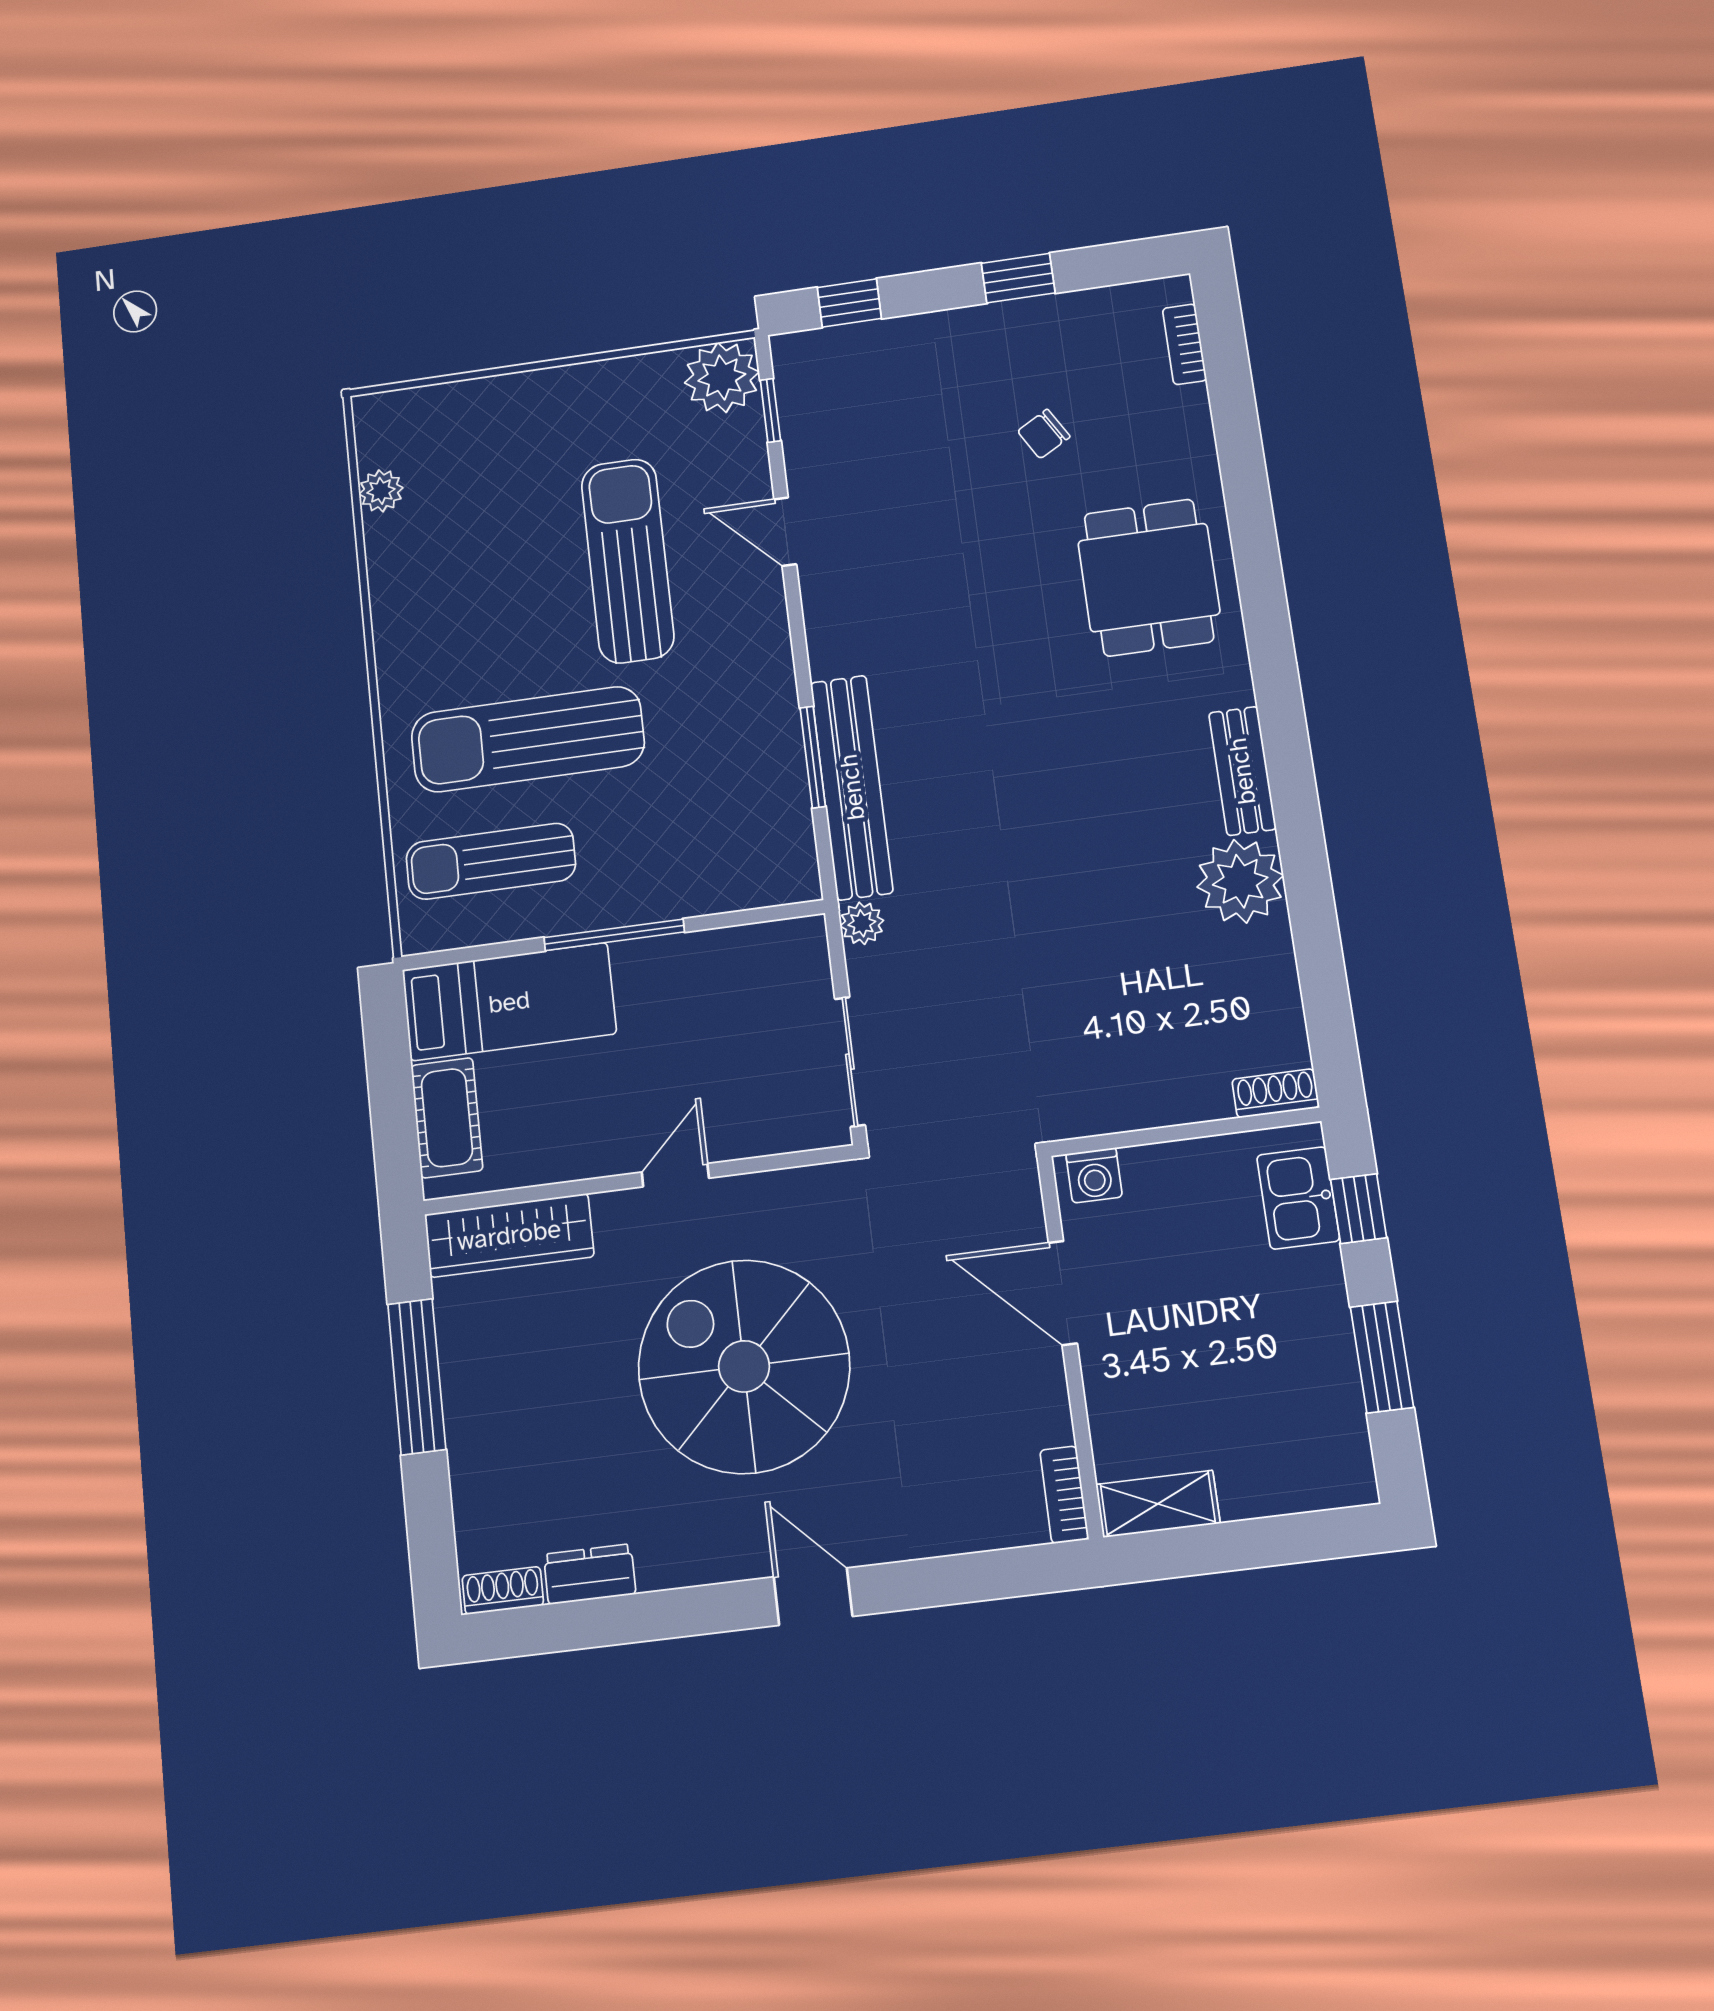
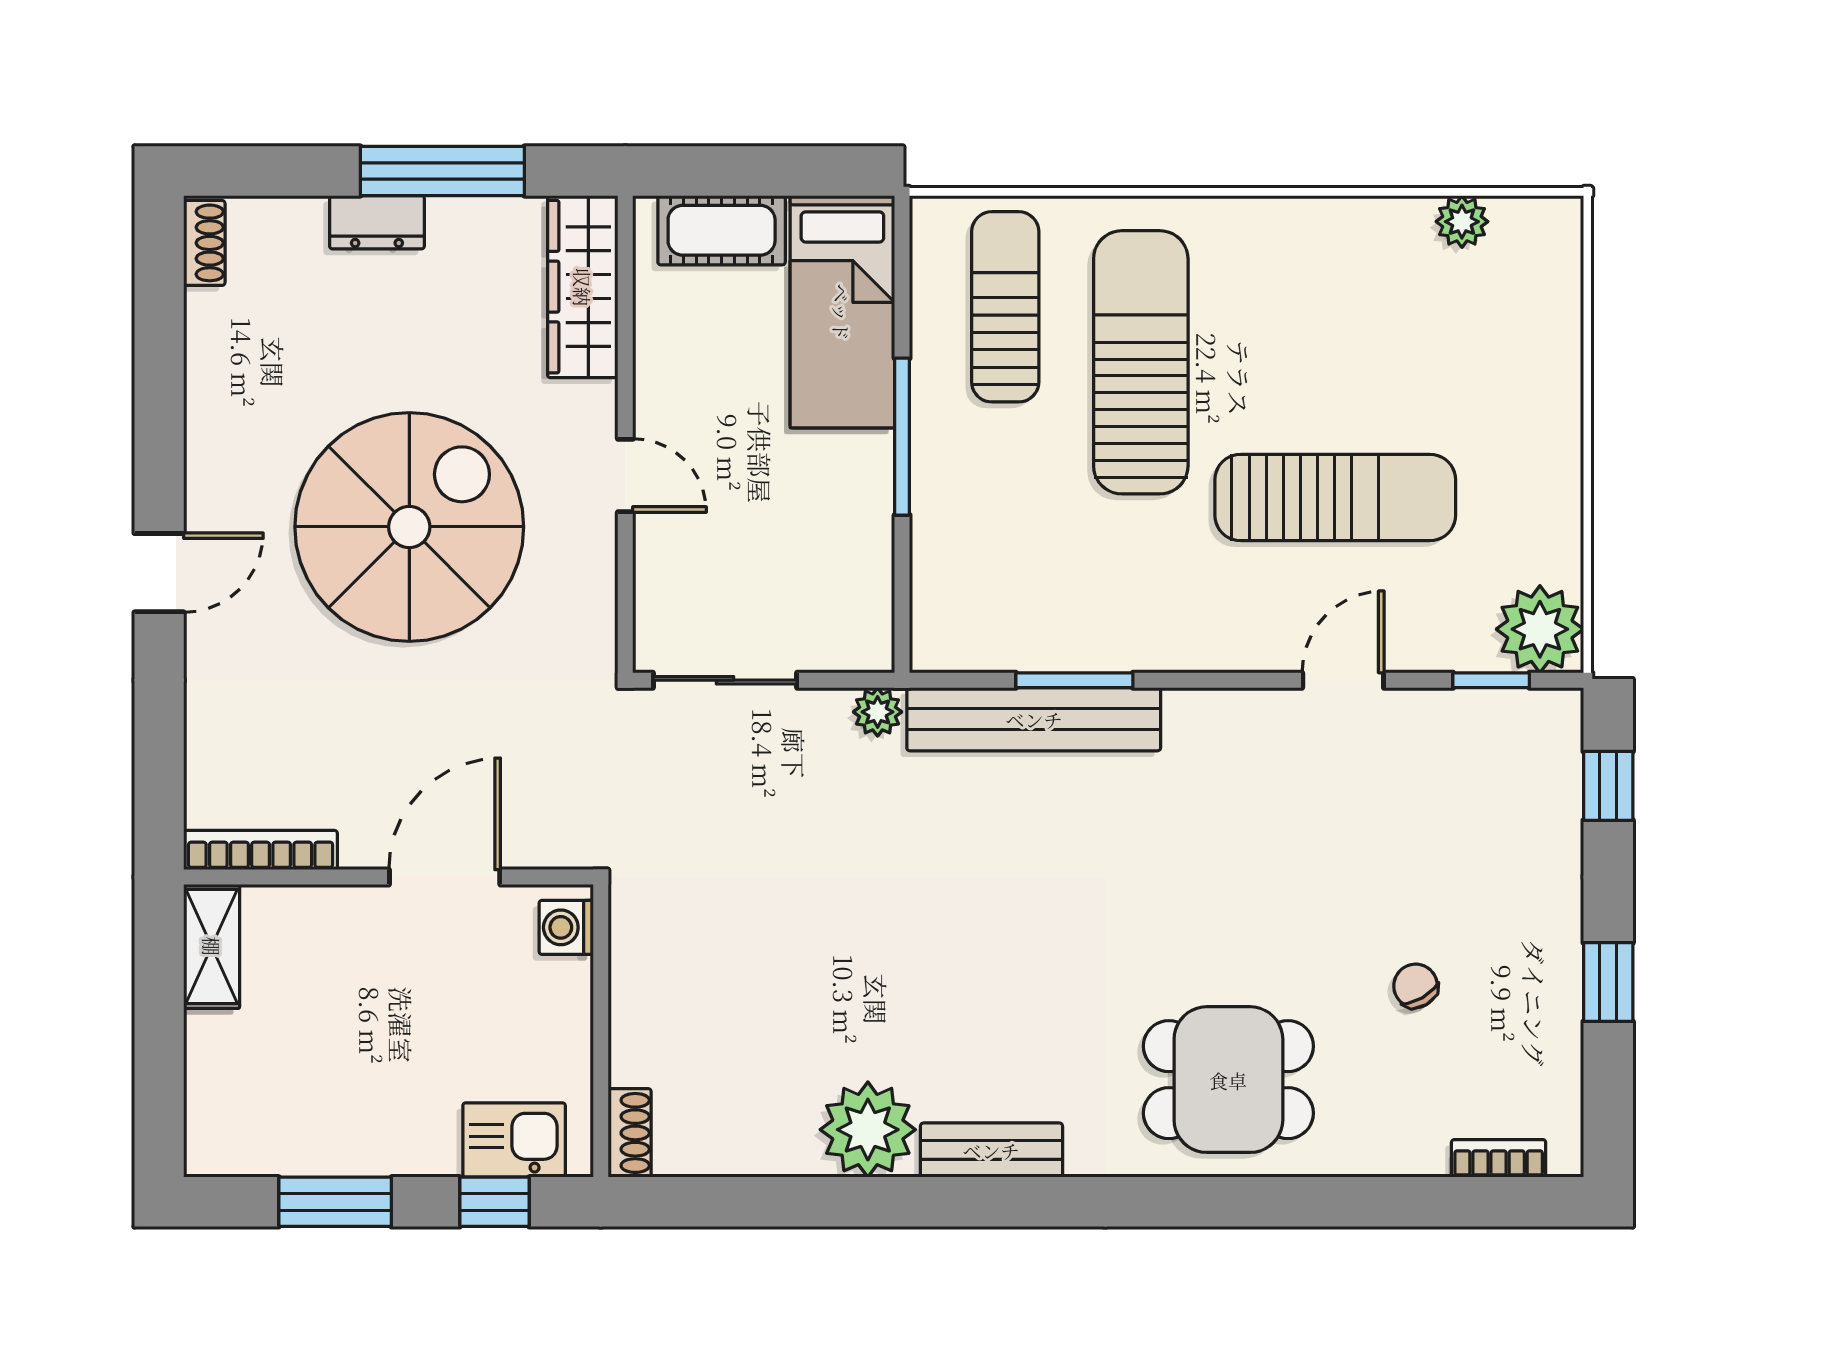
bookcase: (1064, 1495) -> (261, 850), width x1.56
dresser: (590, 1574) -> (377, 222), moved, turned 90

